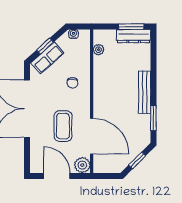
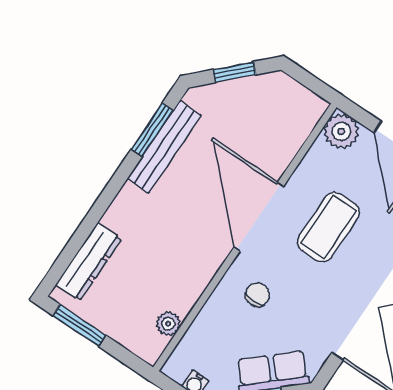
dresser: (134, 36) -> (89, 262), moved, turned 90
bench: (145, 92) -> (164, 147), moved
door: (92, 136) -> (259, 217), moved

